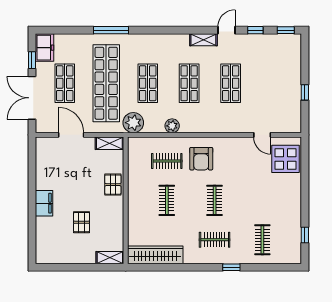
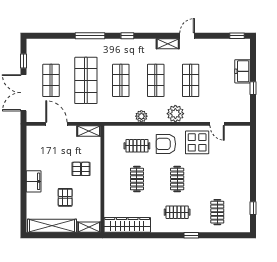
window: (255, 30) -> (127, 36), moved
freezer: (44, 48) -> (243, 71), moved, turned 180
shop shelf: (106, 83) -> (86, 80), width x0.71
plant: (133, 123) -> (175, 114), moved
armchair: (201, 159) -> (166, 144), turned 90
display table: (285, 159) -> (197, 142), moved
pallet: (113, 185) -> (81, 169), moved, turned 90
shelving: (66, 256) -> (52, 226), added

